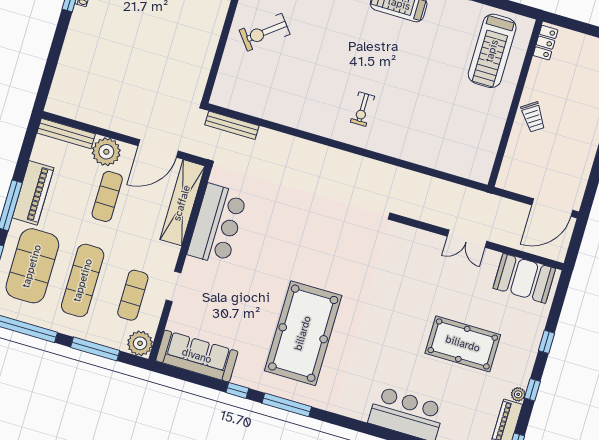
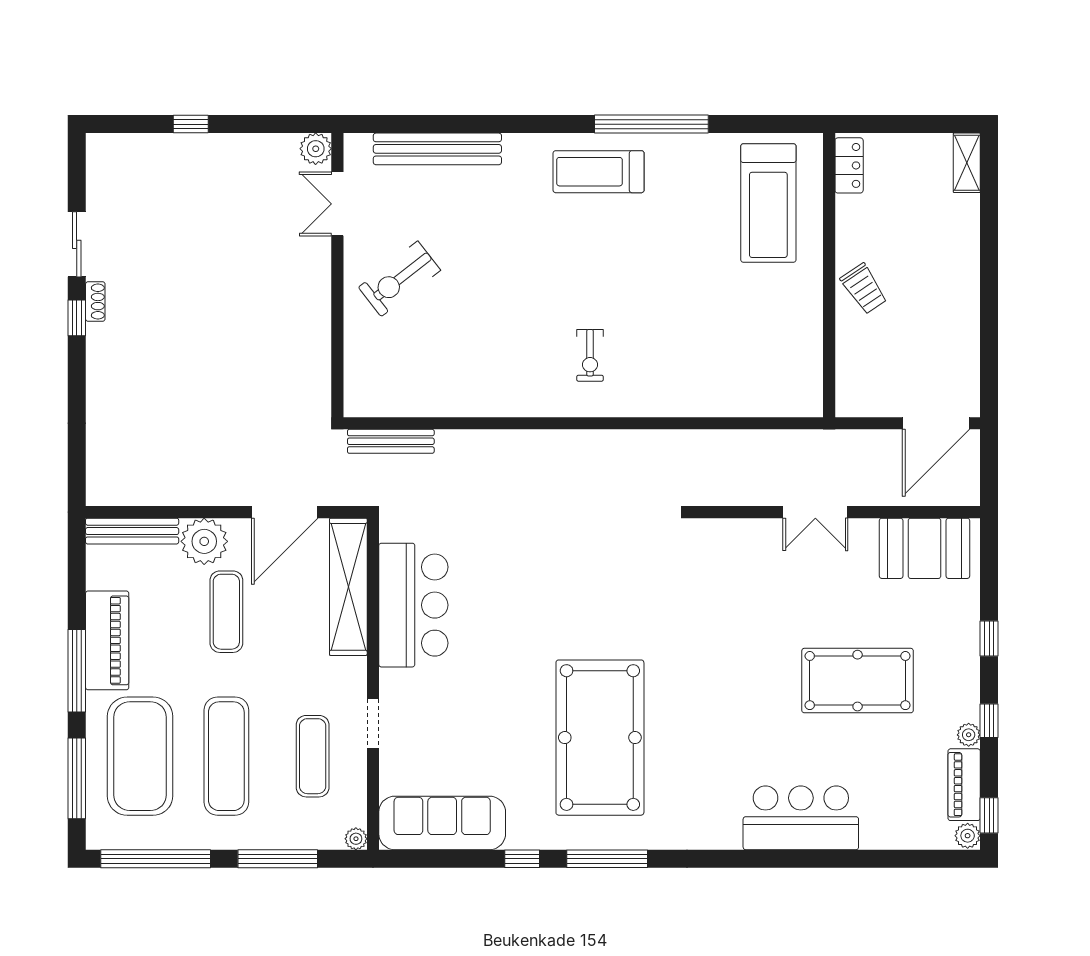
plant: (140, 343) -> (356, 839), width x0.53, depth x0.53

